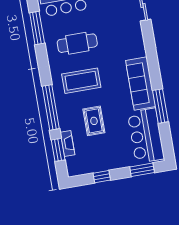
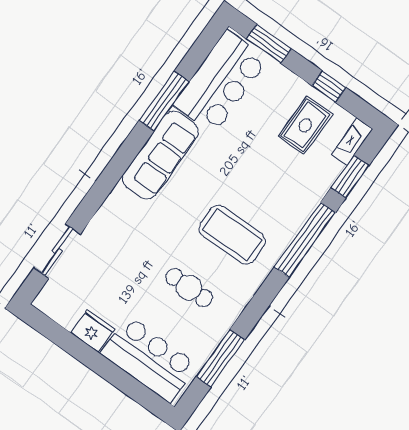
cafe table: (77, 43) -> (189, 288), width x0.73, depth x0.74
rug: (94, 121) -> (305, 125), moved
fireplace: (67, 144) -> (352, 142), moved

